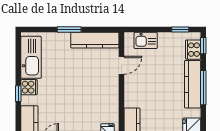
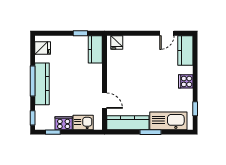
cooker: (193, 50) -> (64, 123), moved, turned -90
kitchen sink: (31, 57) -> (168, 121), moved, turned 90
door: (121, 65) -> (104, 101), swing flipped
window: (18, 94) -> (195, 109), moved

